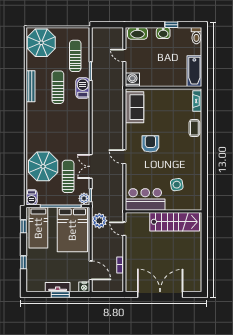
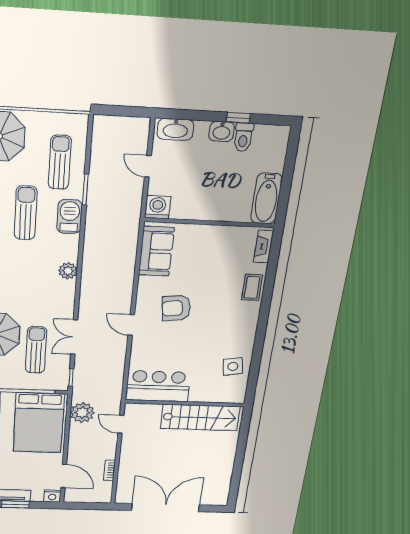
toilet: (196, 36) -> (243, 137), moved
armchair: (150, 144) -> (176, 308), turned -97
side table: (177, 185) -> (233, 366), moved
plant: (84, 198) -> (68, 271), moved

